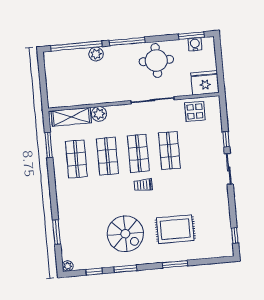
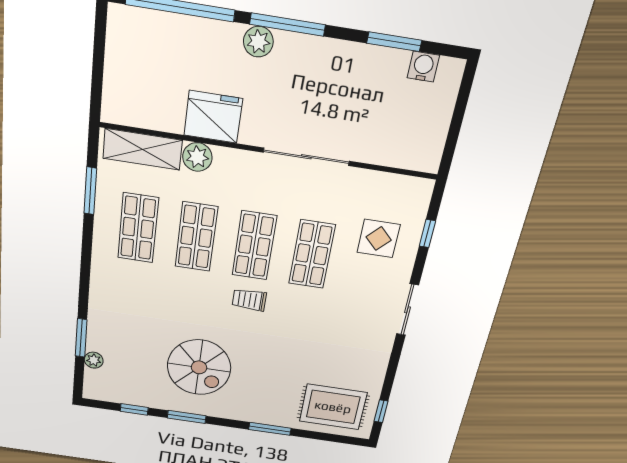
window: (191, 36) -> (394, 42), moved
plant: (96, 54) -> (258, 42), moved
round table: (156, 60) -> (336, 80), removed
fridge: (205, 83) -> (213, 117), moved
display table: (195, 111) -> (379, 238), moved
window: (226, 139) -> (427, 234), moved
rug: (175, 229) -> (333, 407), moved
plant: (68, 266) -> (94, 360), moved

